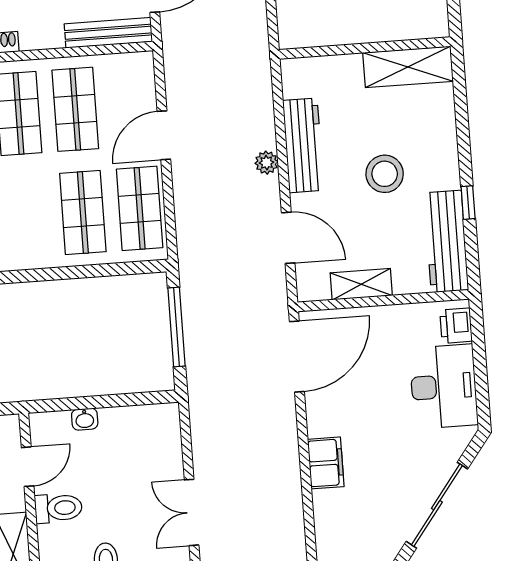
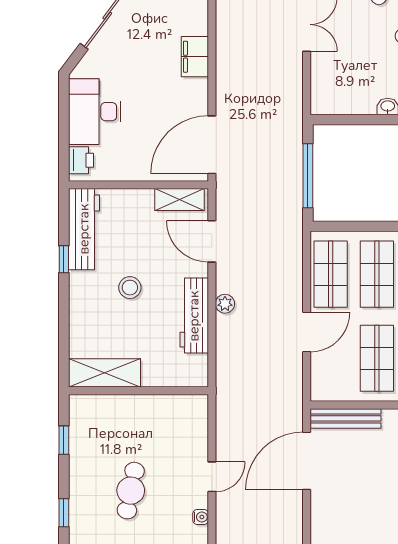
stool: (385, 174) -> (130, 288), width x0.73, depth x0.73
shelving: (361, 284) -> (180, 199), moved

